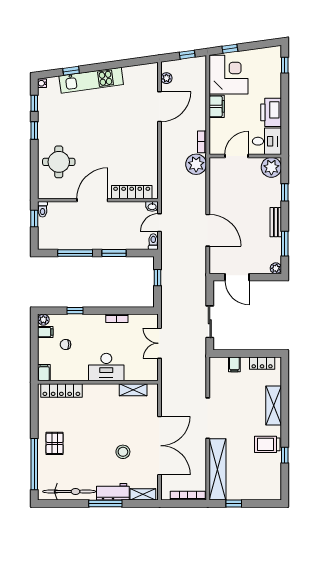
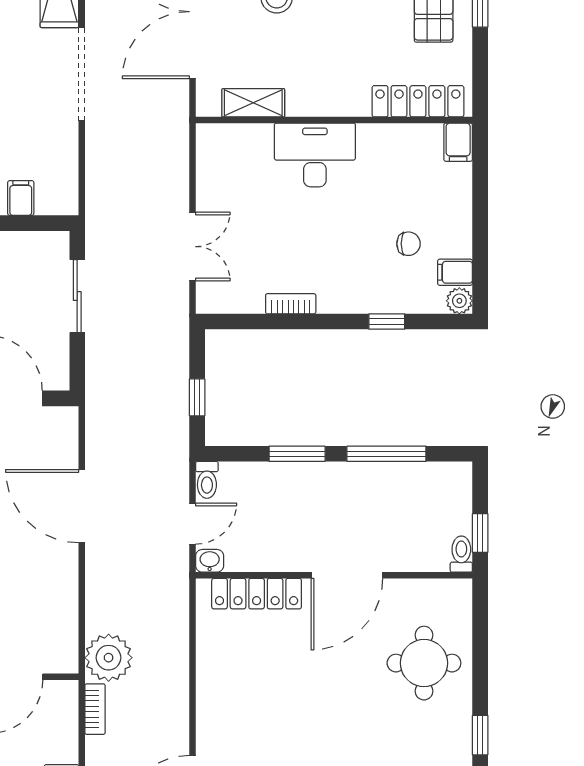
desk: (106, 367) -> (315, 155), moved
filing cabinet: (44, 373) -> (458, 142), moved
wall: (98, 382) -> (334, 120), moved
locker: (61, 390) -> (418, 101), moved
shelving: (133, 390) -> (253, 103), moved

